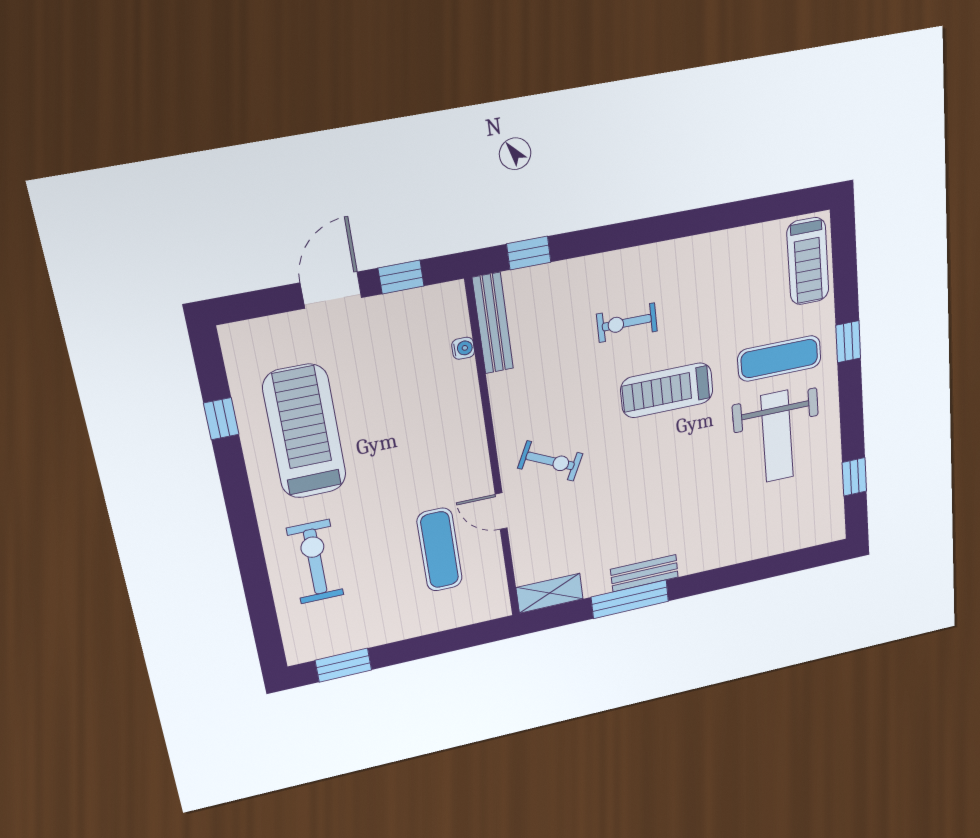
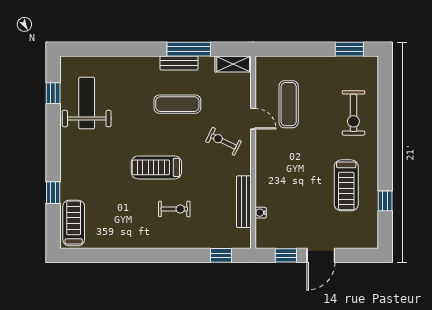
bench: (493, 323) -> (244, 202), moved
window: (848, 342) -> (53, 193), moved
exercise mat: (779, 358) -> (177, 104), moved
treadmill: (667, 390) -> (156, 167), turned 180
treadmill: (305, 432) -> (346, 185), width x0.73, depth x0.73
weight bench: (777, 436) -> (87, 103), moved

